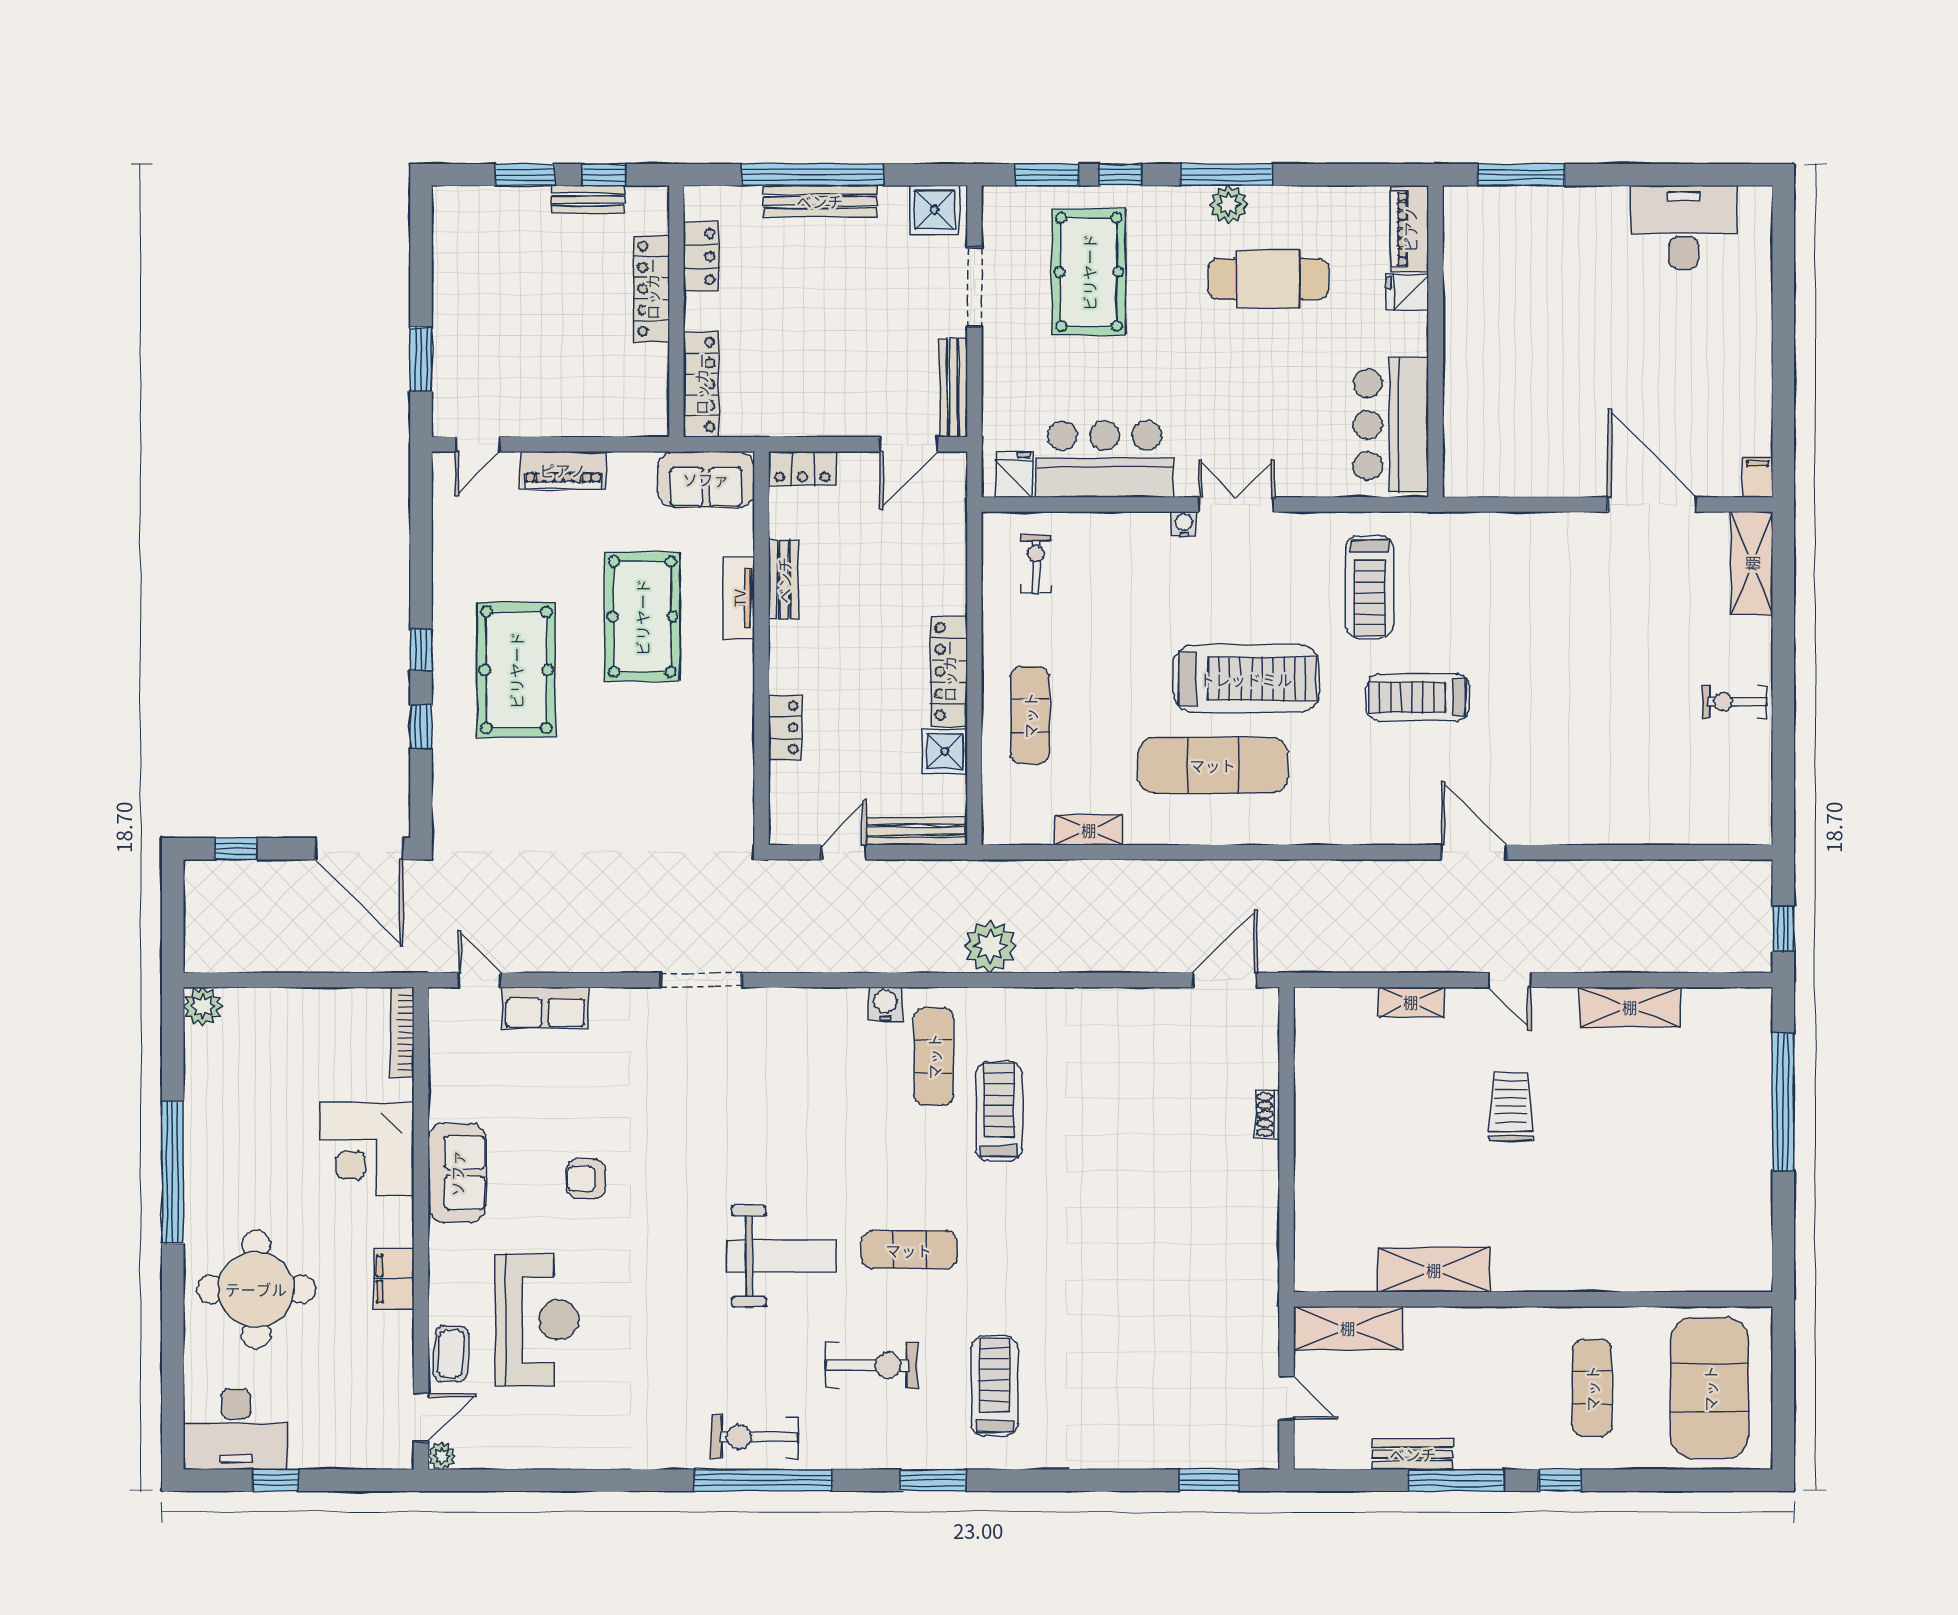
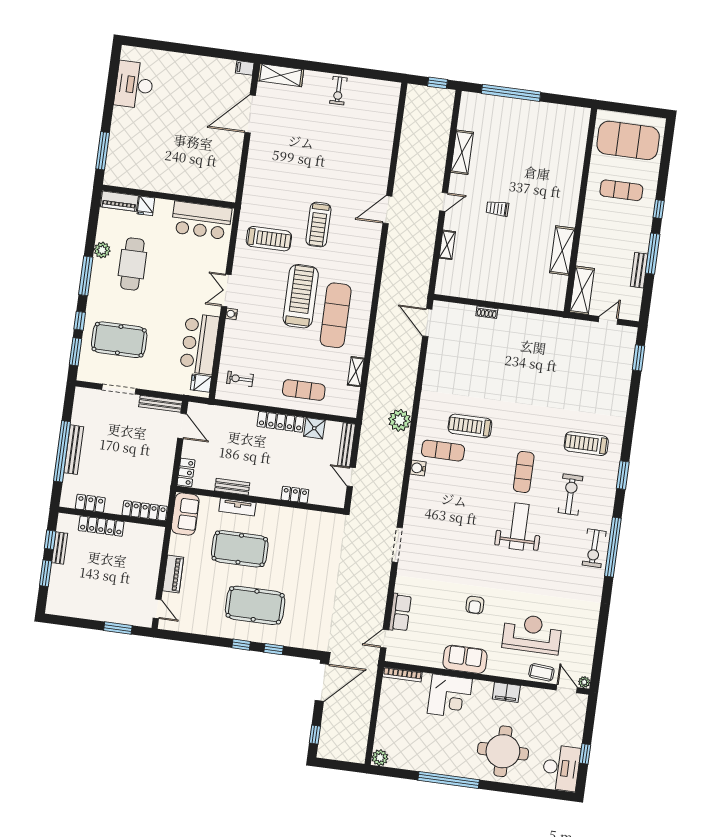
plant: (1229, 204) -> (102, 250), moved
shower: (934, 210) -> (84, 402), removed
trolley: (1511, 1107) -> (497, 209), width x0.73, depth x0.72

